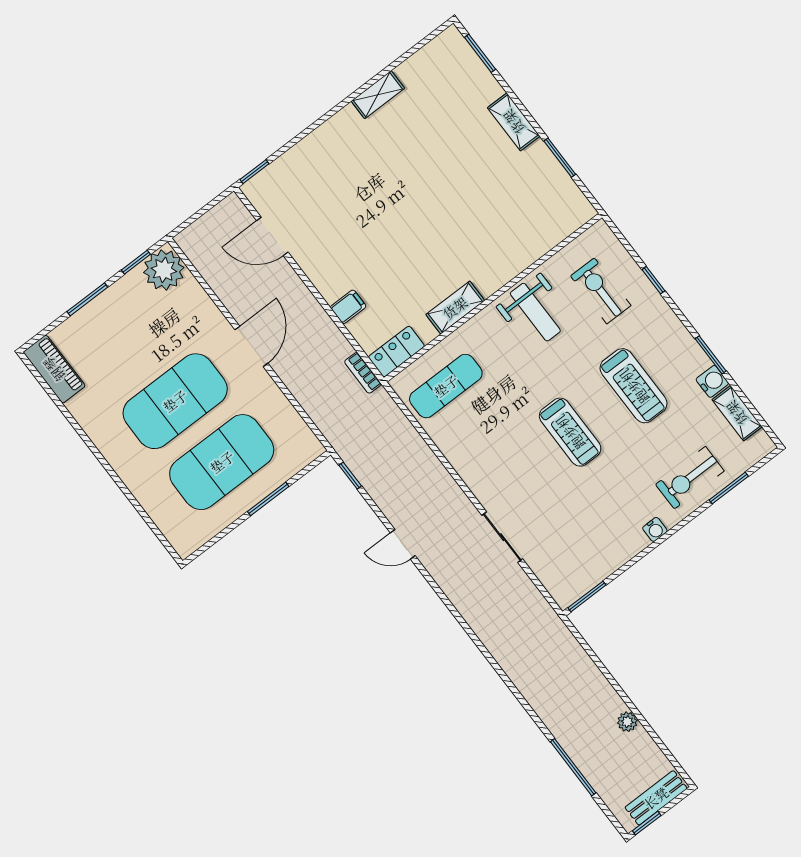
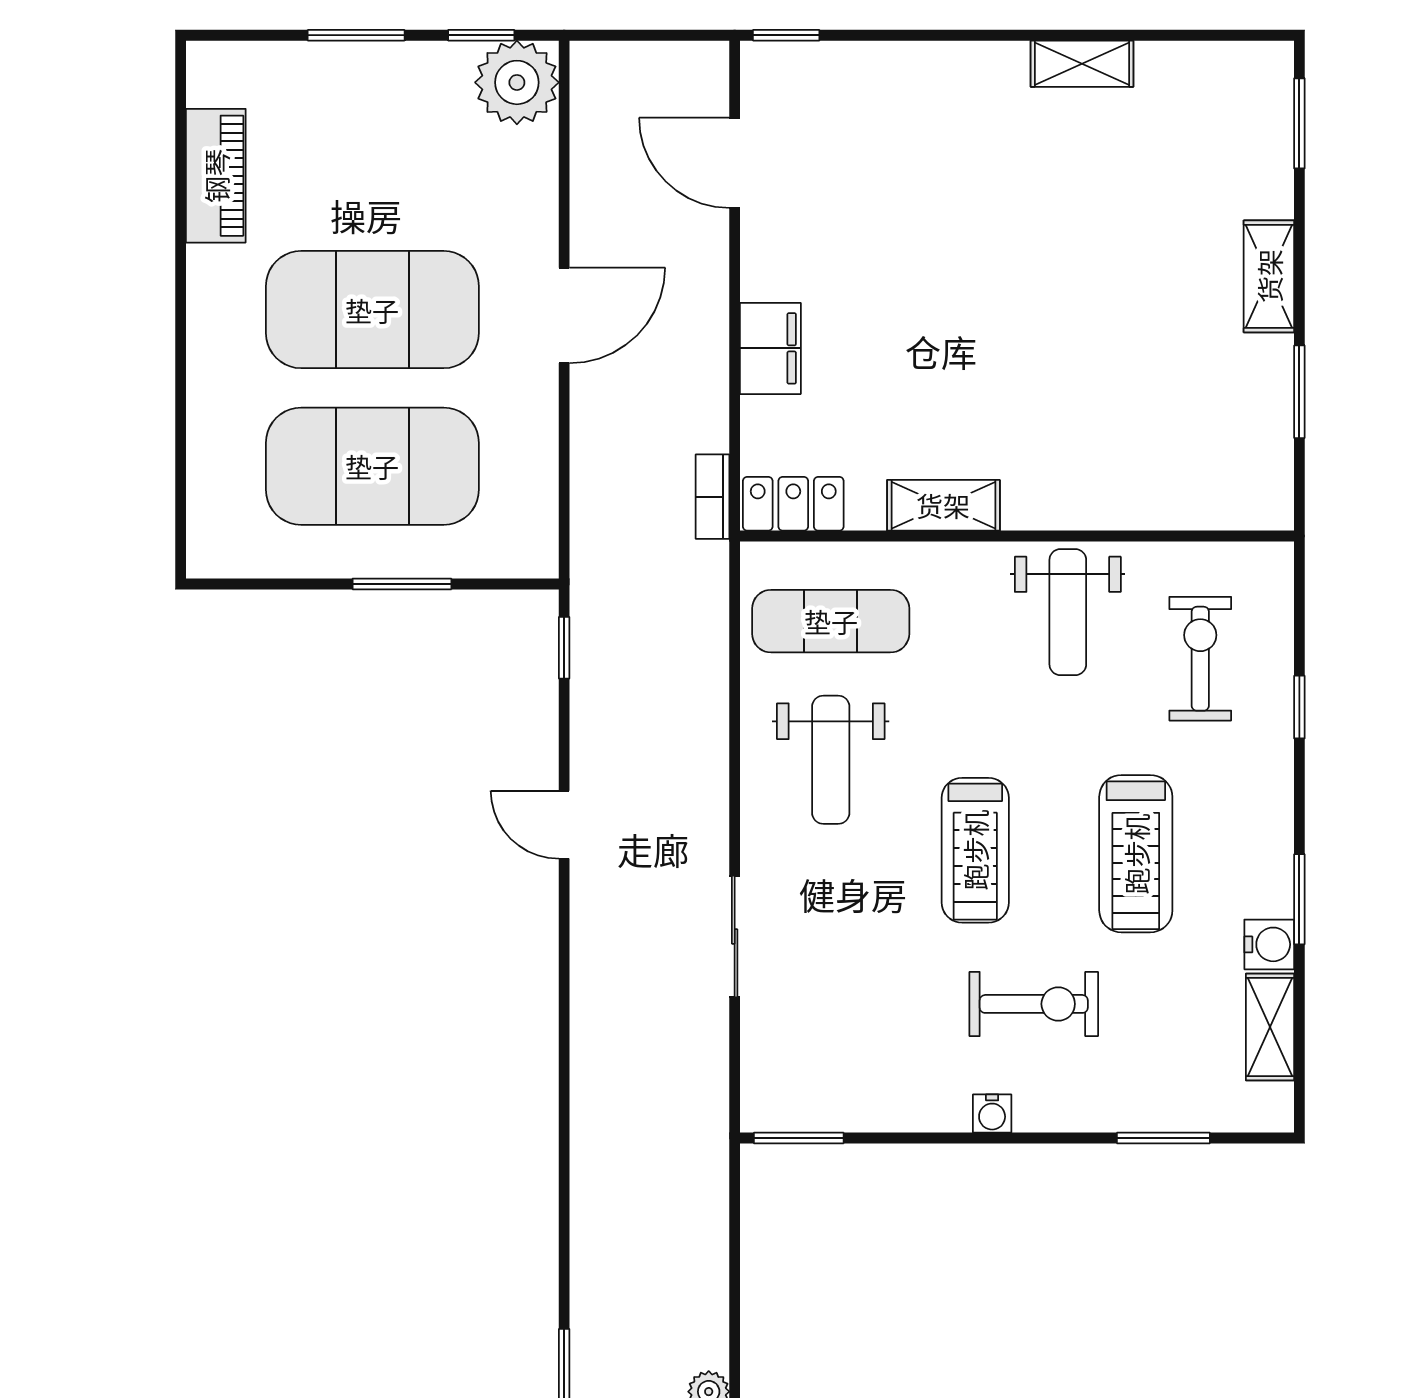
filing cabinet: (348, 307) -> (770, 348), width x2.00
piano: (54, 369) -> (216, 176), moved
weight bench: (487, 440) -> (831, 760), added
exercise bike: (690, 478) -> (1034, 1004), moved, turned 180

